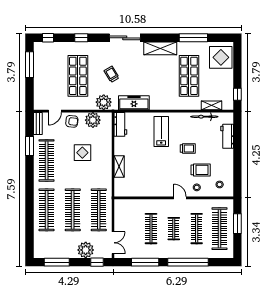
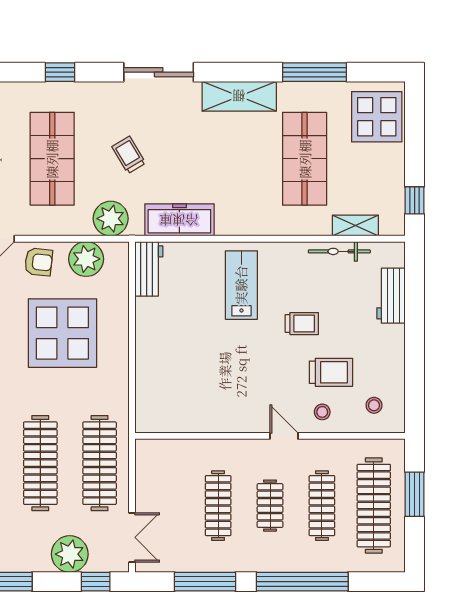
display table: (82, 153) -> (62, 333), width x1.86, depth x1.86
shelving: (119, 167) -> (146, 365), removed

